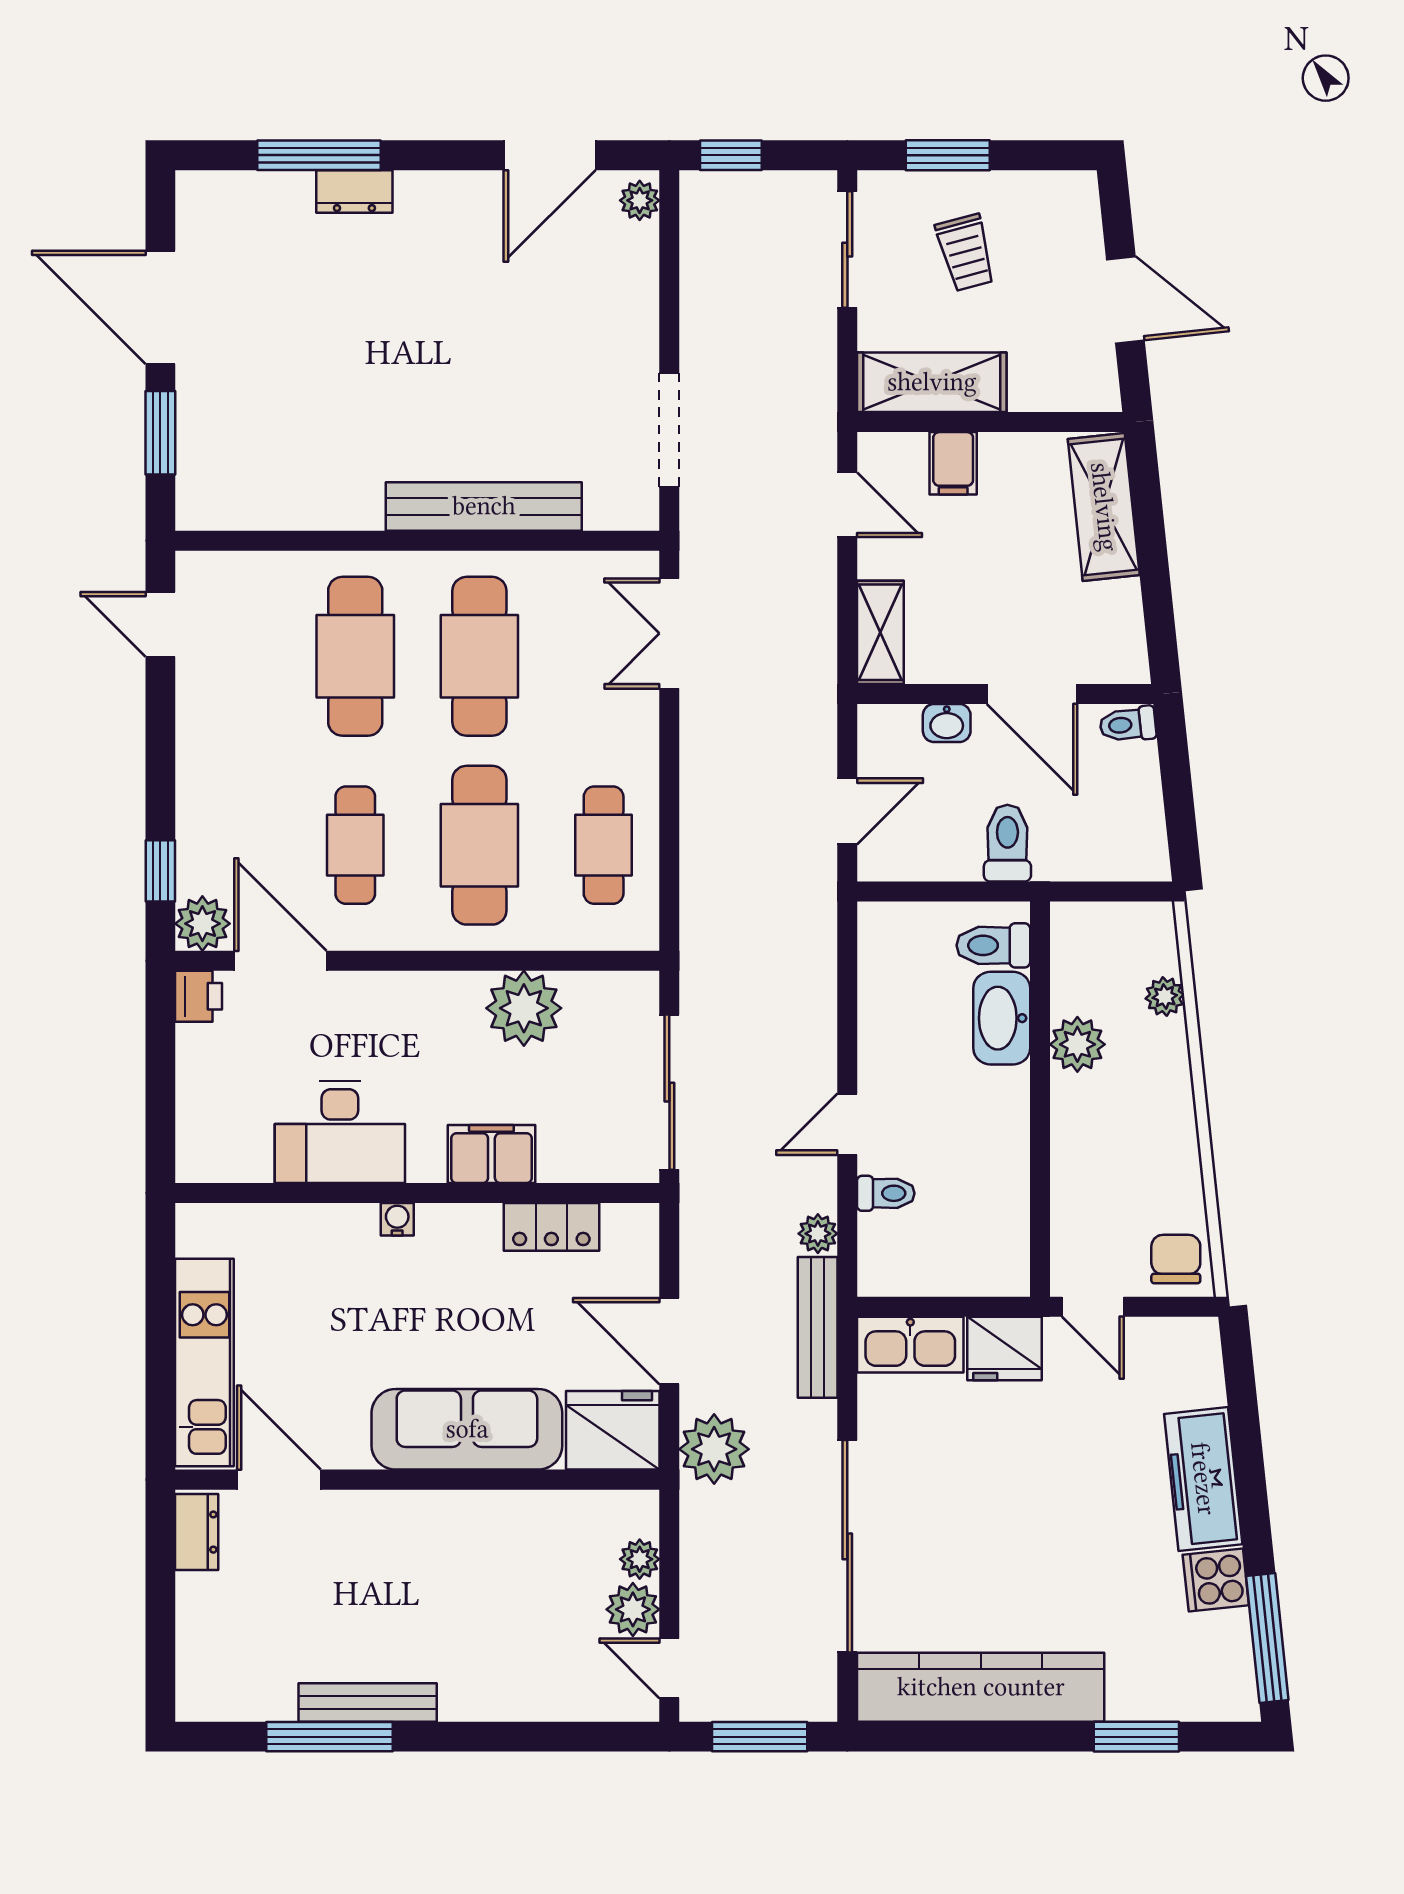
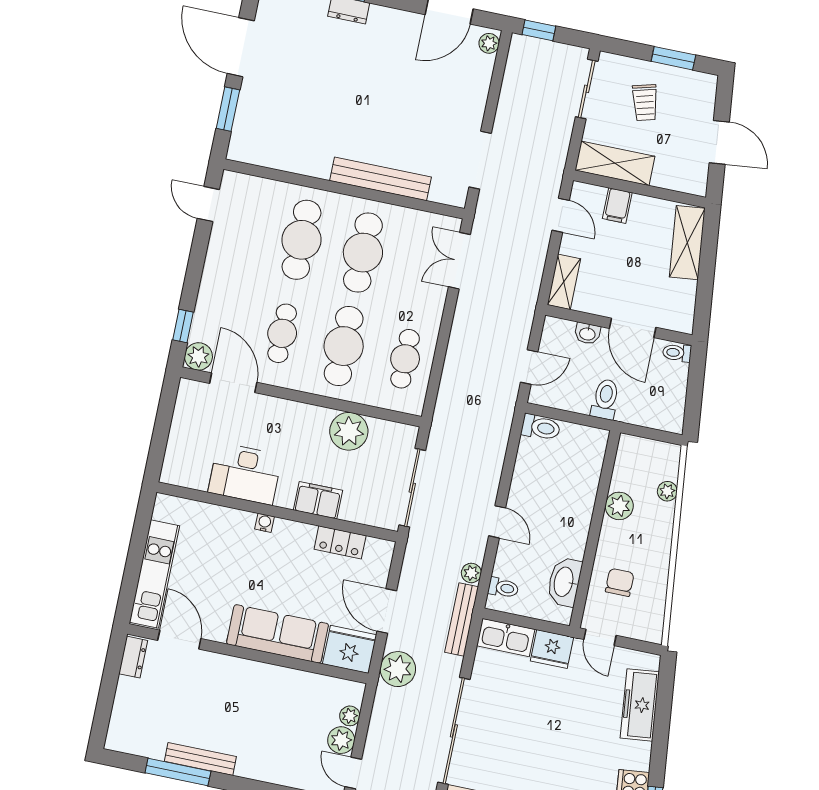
window: (948, 155) -> (673, 58), moved
toilet: (993, 945) -> (541, 427), moved, turned 180
printer: (198, 996) -> (189, 392), removed
washbasin: (1002, 1018) -> (564, 582), moved
door: (847, 1124) -> (497, 522), swing flipped
toilet: (886, 1193) -> (503, 588), moved
chair: (1176, 1259) -> (620, 582), moved
freezer: (1203, 1479) -> (640, 705), moved

